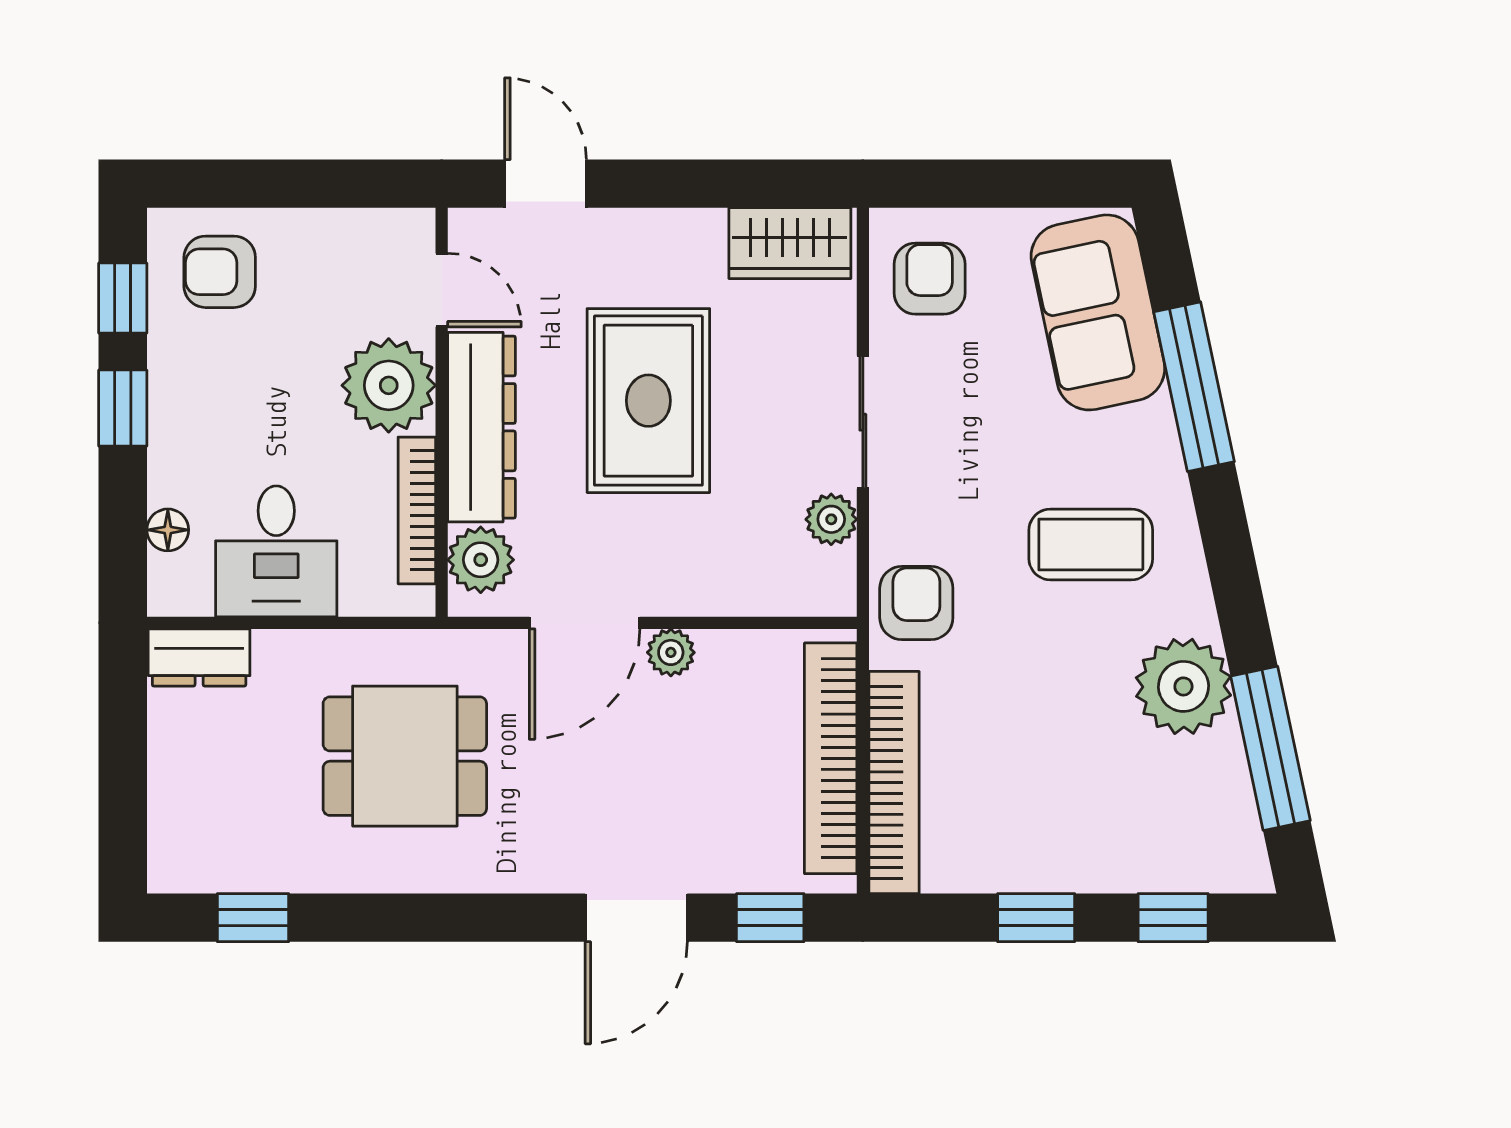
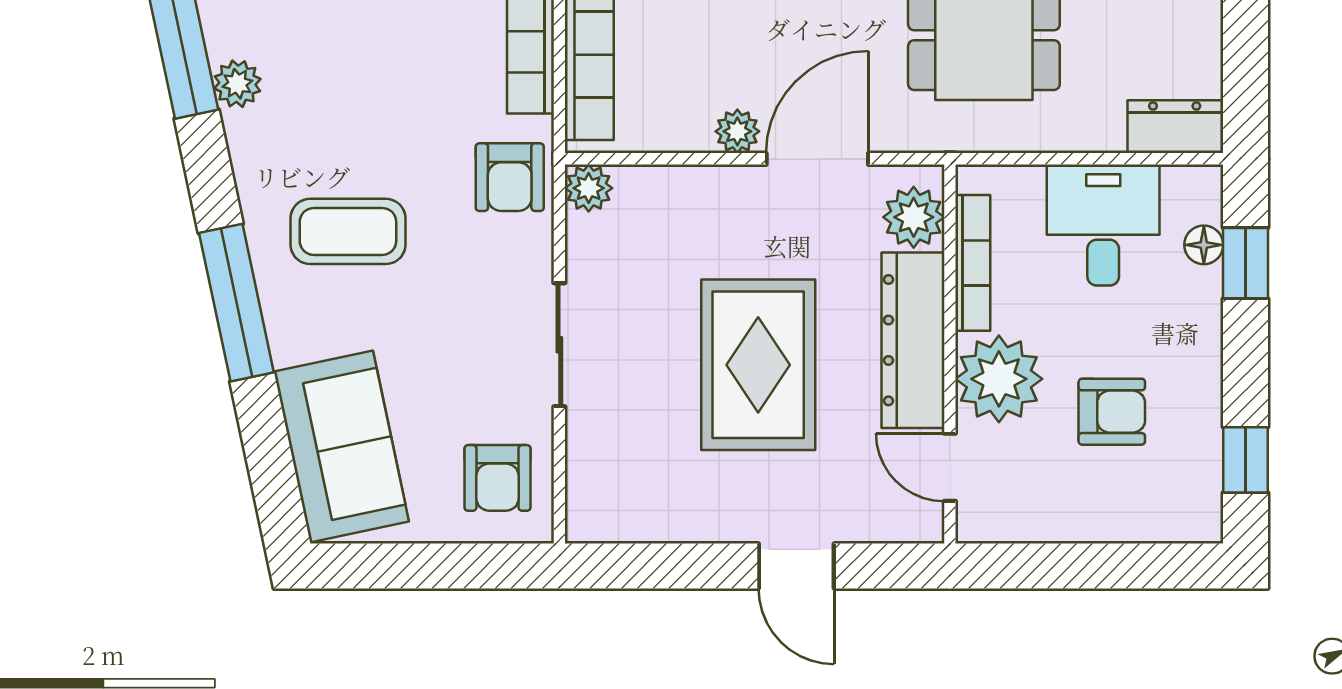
door: (546, 184) -> (796, 566), moved
wardrobe: (790, 243) -> (627, 511), removed
armchair: (220, 272) -> (1112, 412), moved
window: (1194, 387) -> (236, 303), moved
window: (123, 408) -> (1245, 263), moved
plant: (831, 519) -> (589, 188), moved
plant: (1183, 686) -> (237, 84), width x0.53, depth x0.53

